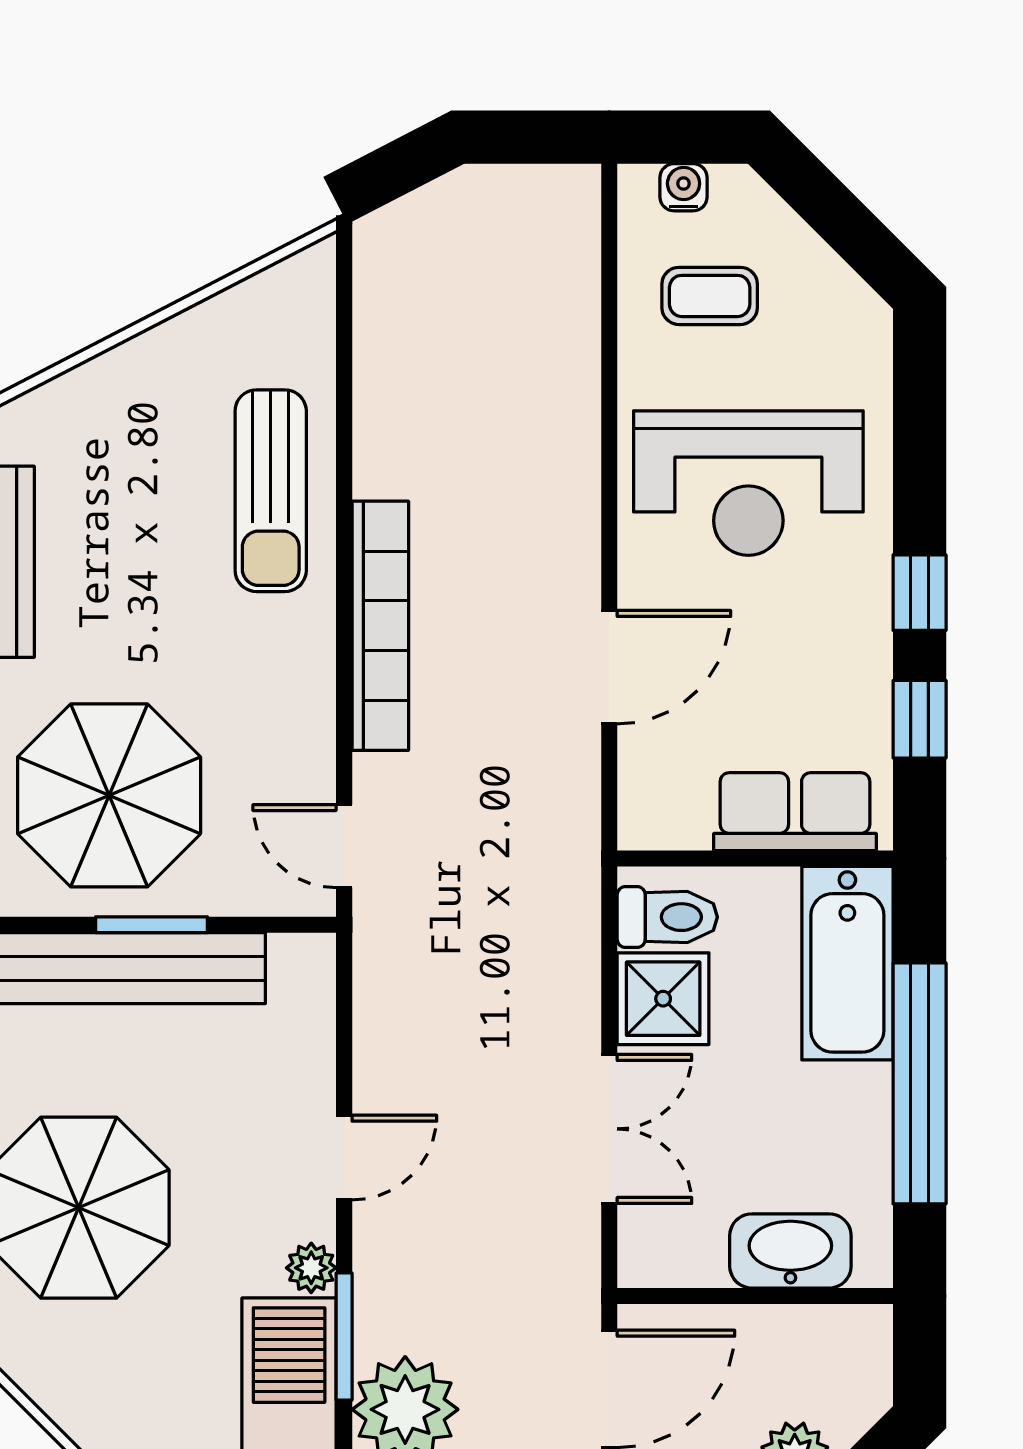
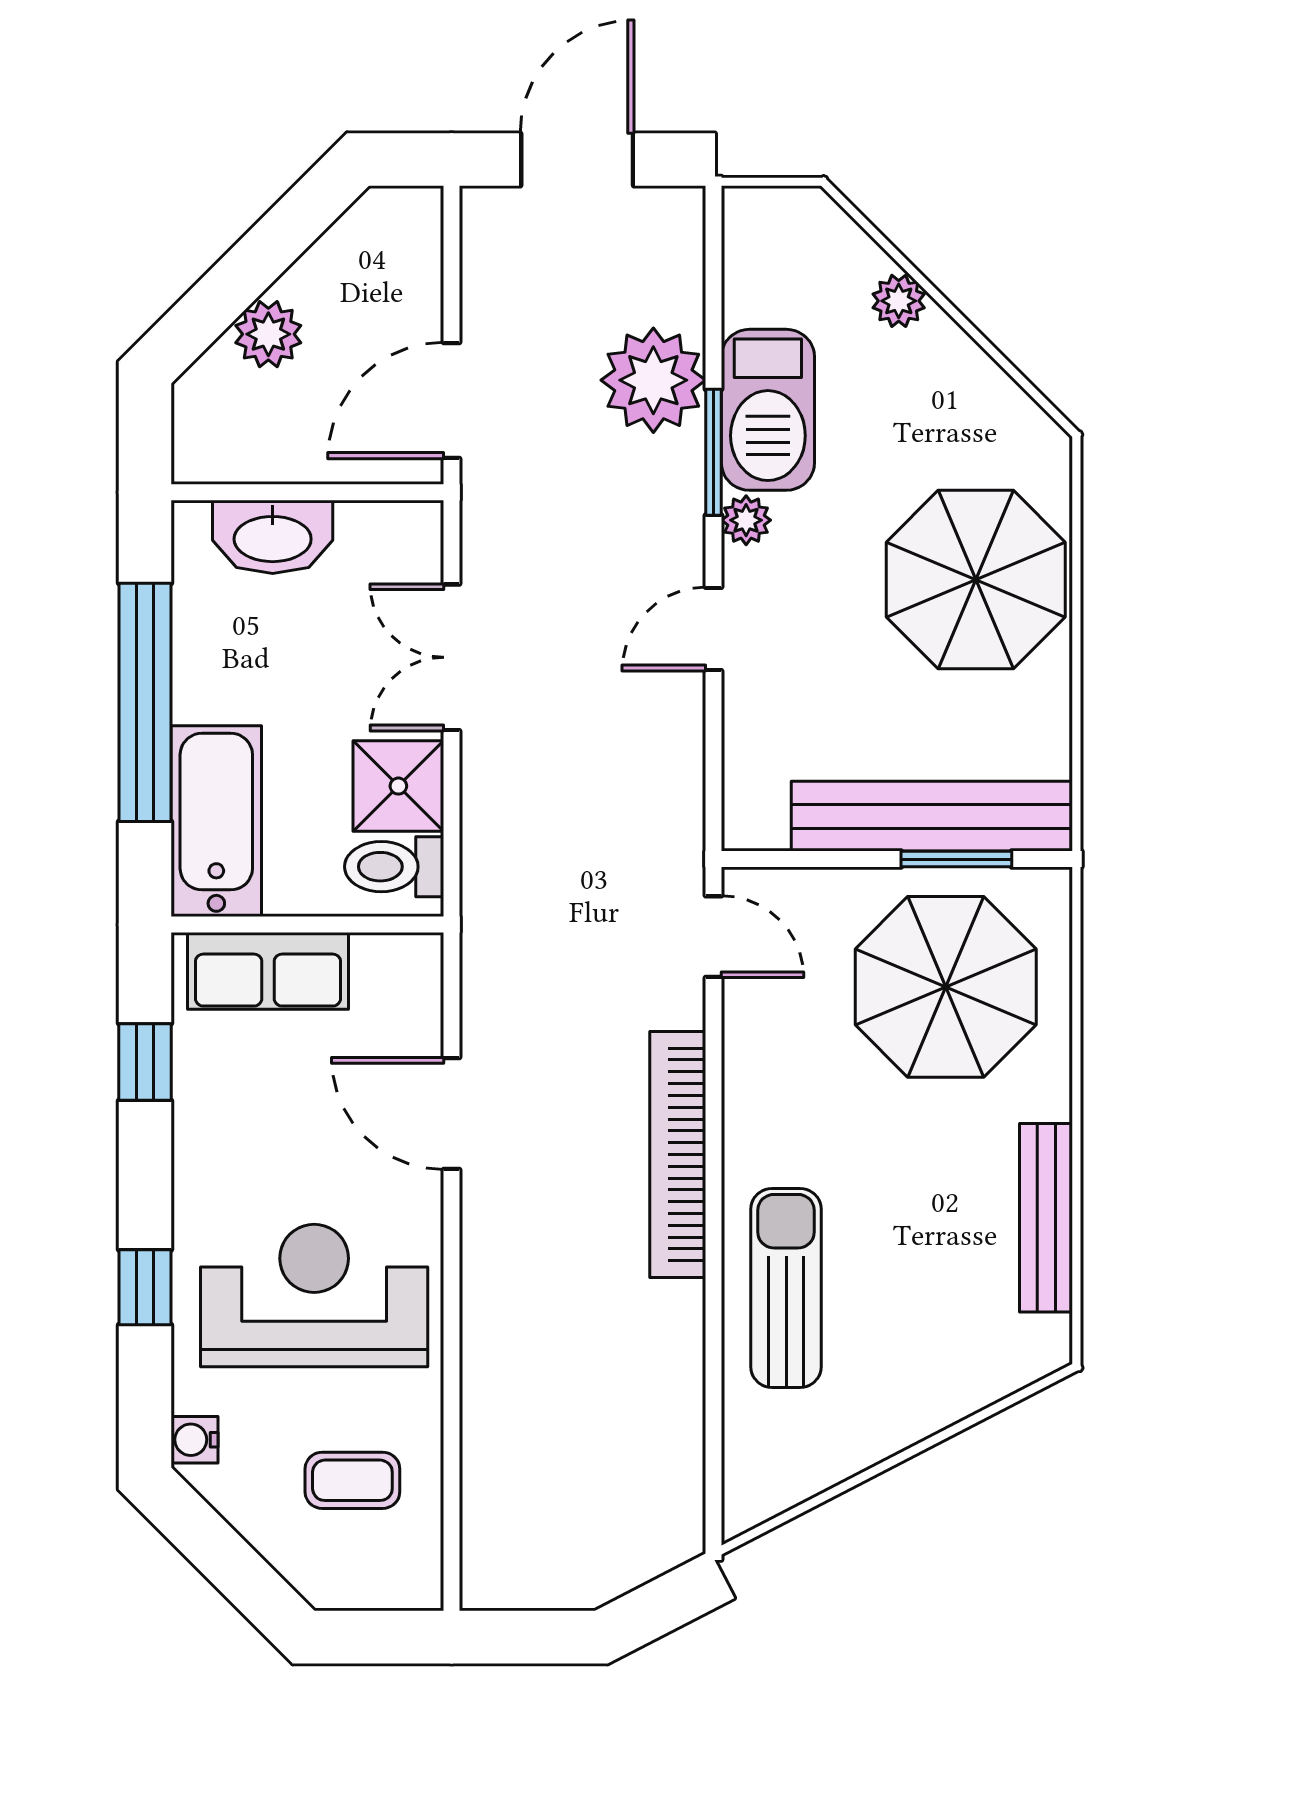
water cooler: (684, 187) -> (195, 1440), moved, turned 90
window: (920, 593) -> (145, 1287), moved
door: (609, 667) -> (452, 1114), hinge flipped
window: (151, 925) -> (956, 859), moved

